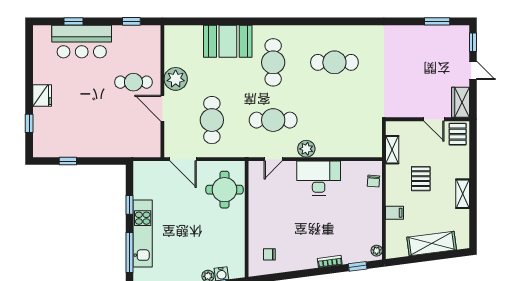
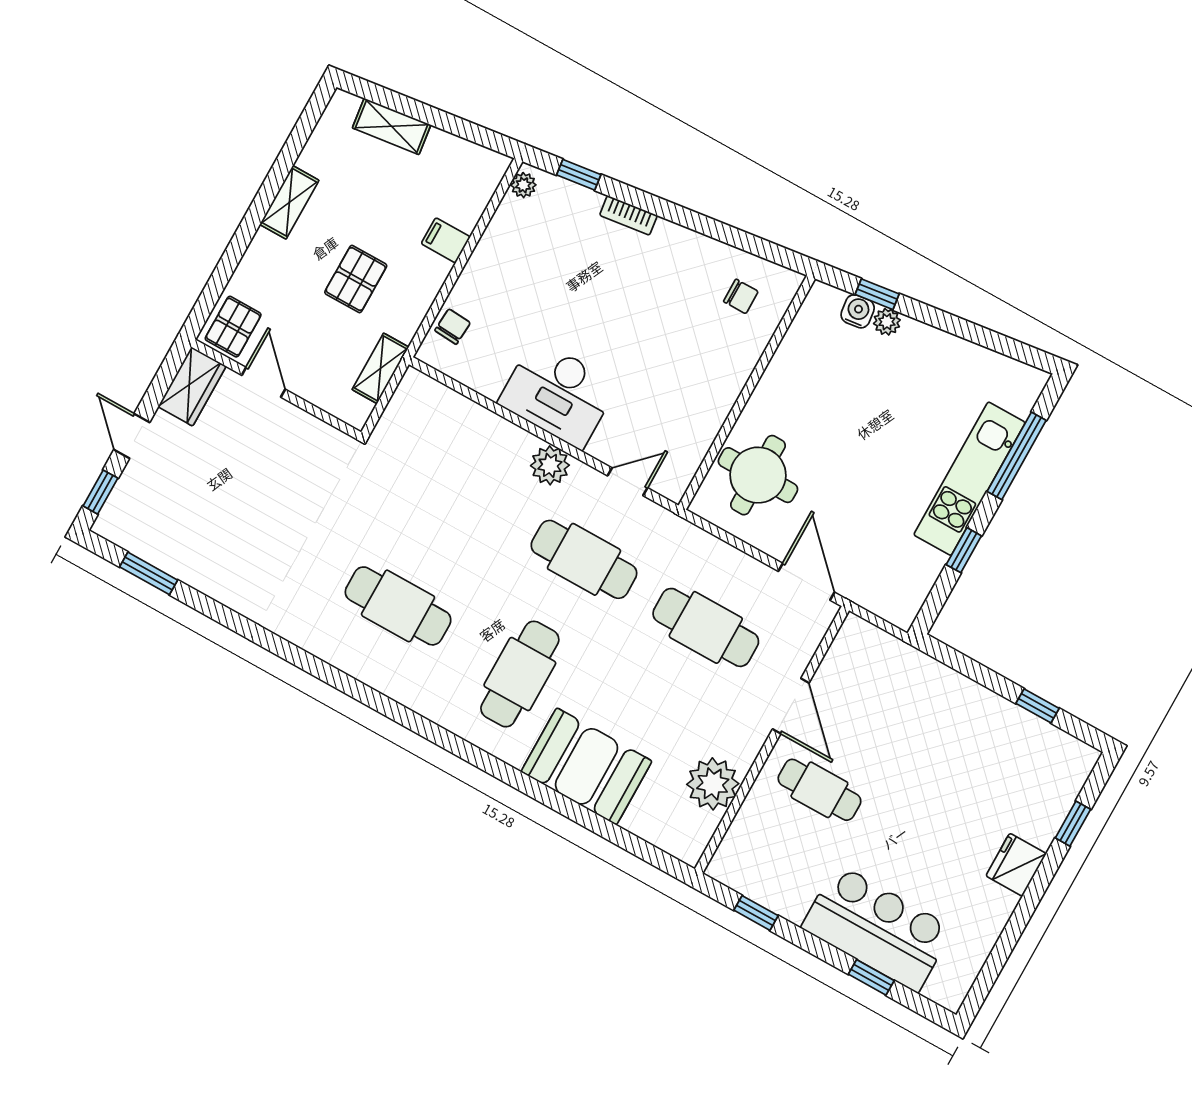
plant: (176, 79) -> (713, 784), moved
cafe table: (212, 120) -> (706, 627), turned 90
shelving: (432, 244) -> (392, 126), width x0.67, depth x0.75

